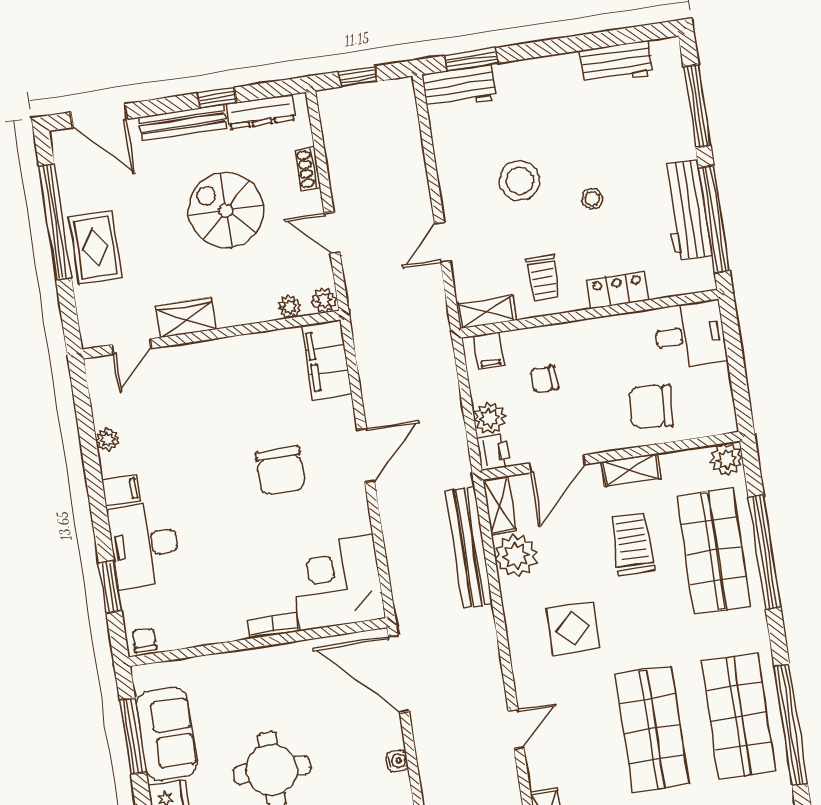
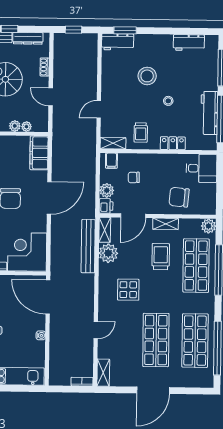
stool: (520, 181) -> (147, 76), moved
plant: (324, 300) -> (15, 126), moved
door: (366, 455) -> (49, 198), width x1.36

